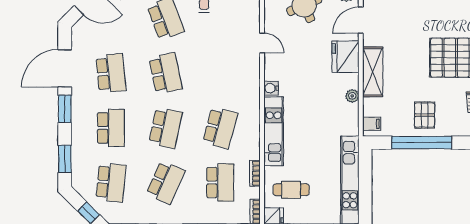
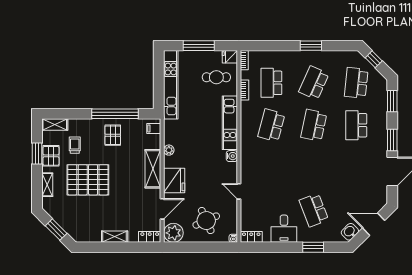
school desk: (111, 73) -> (356, 168), removed
school desk: (166, 73) -> (314, 168), removed

